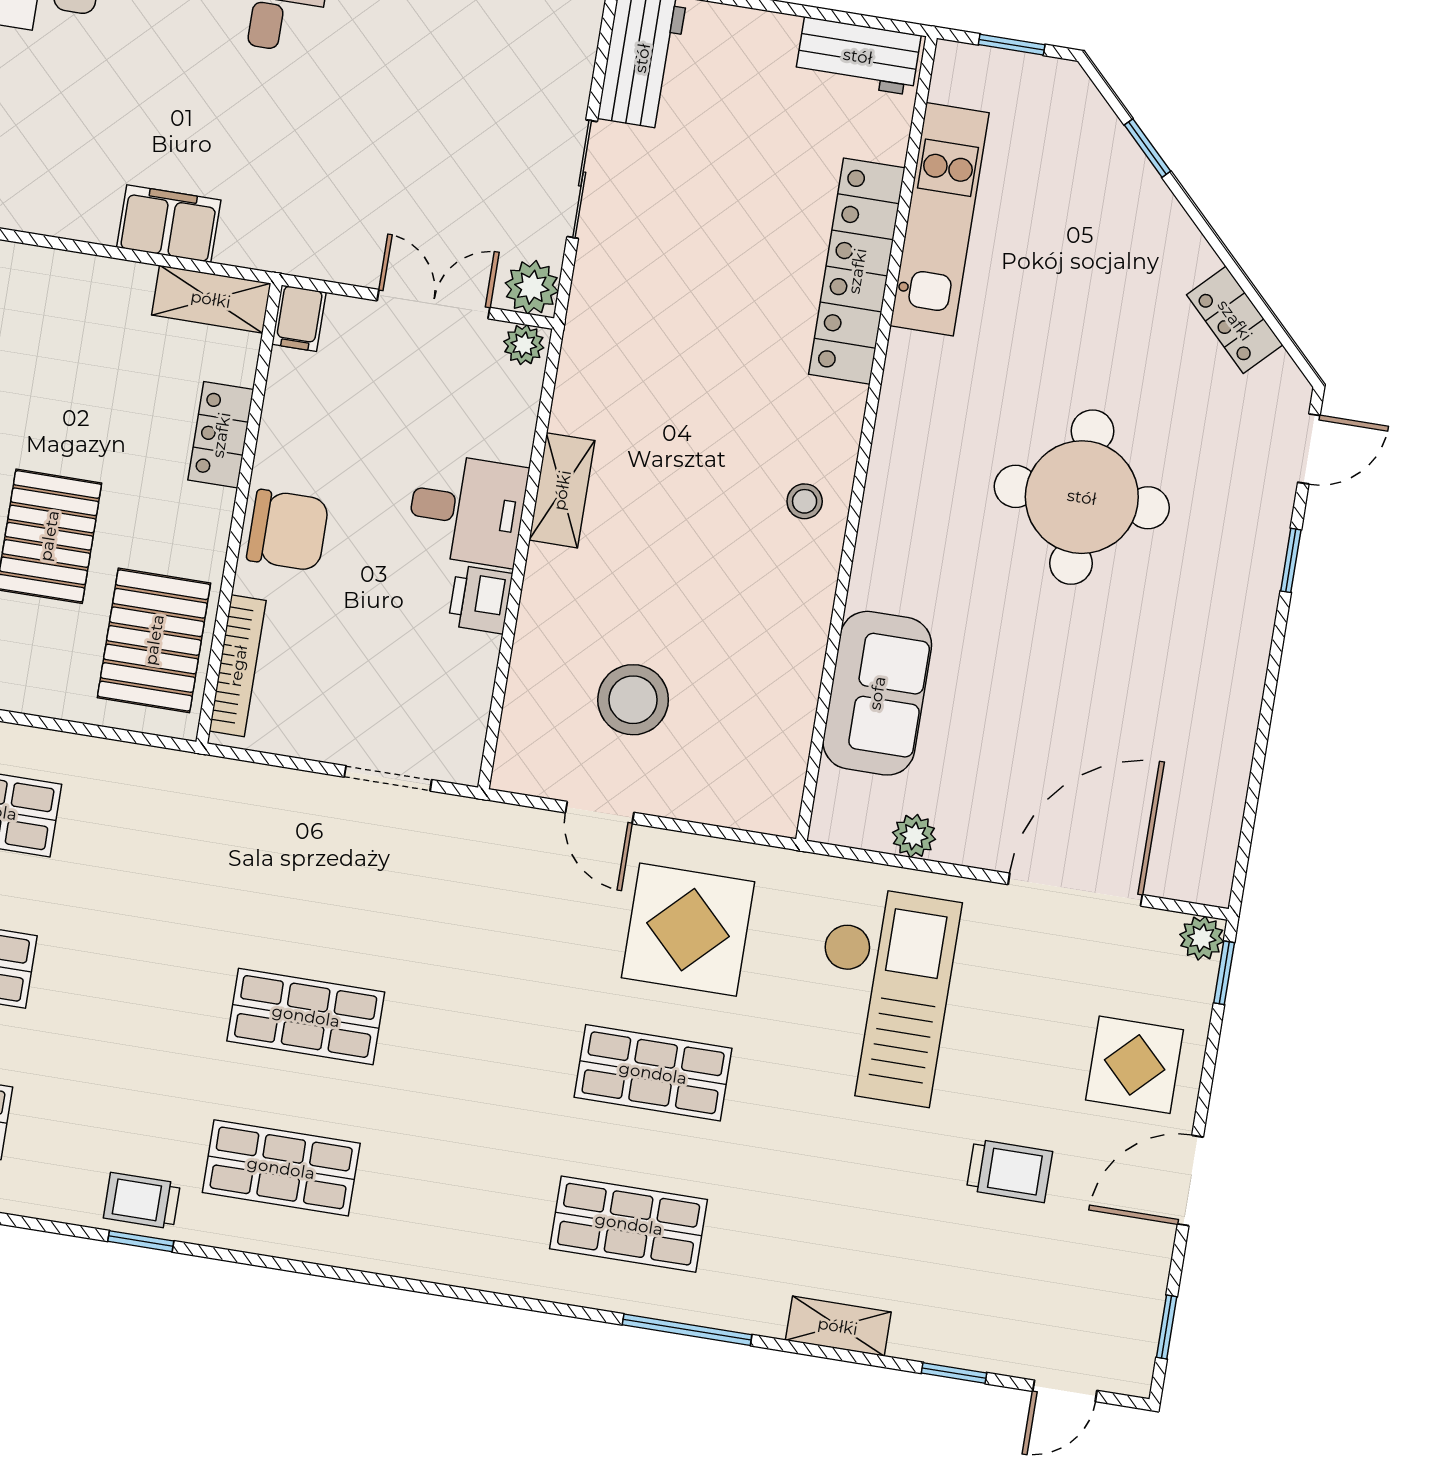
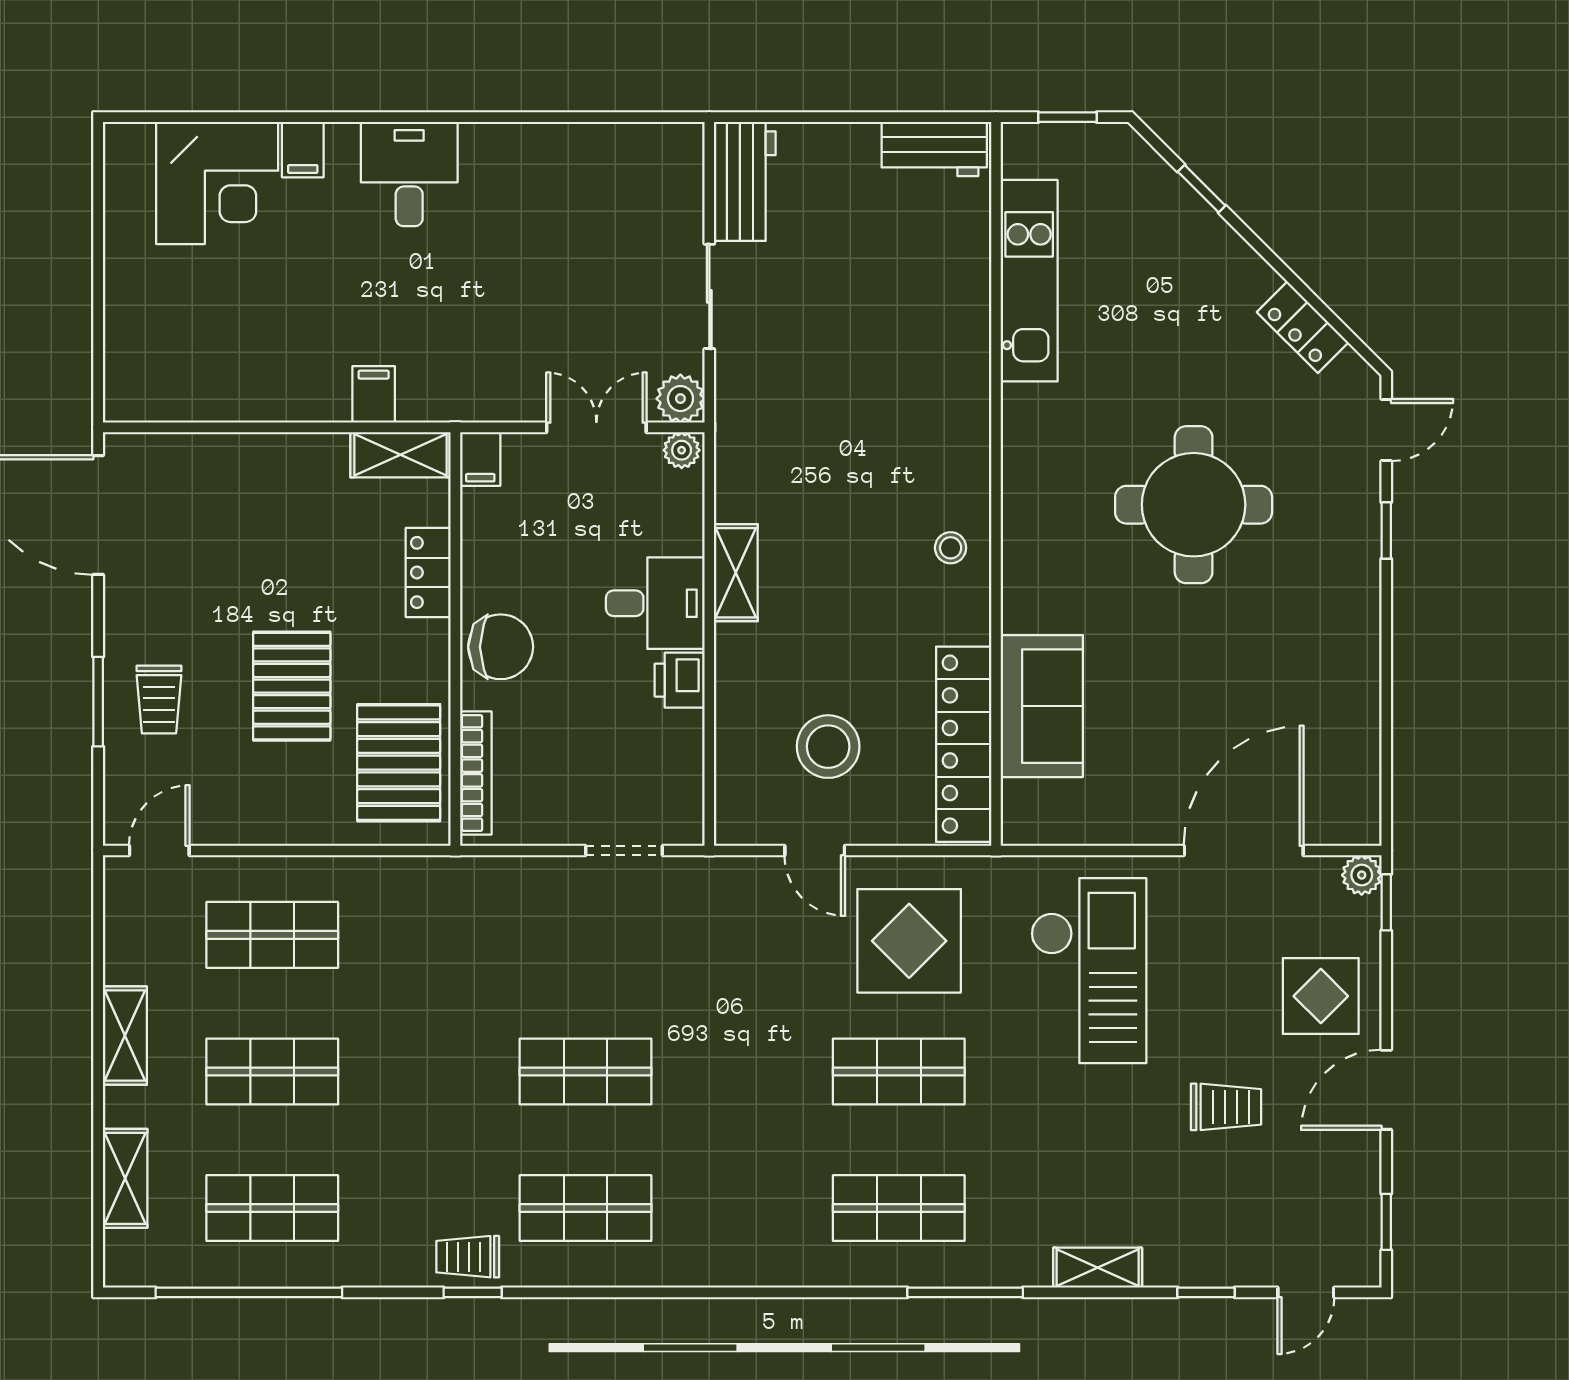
filing cabinet: (169, 224) -> (374, 394), width x0.50
locker: (857, 271) -> (964, 744), moved
plant: (914, 836) -> (1094, 826), removed

